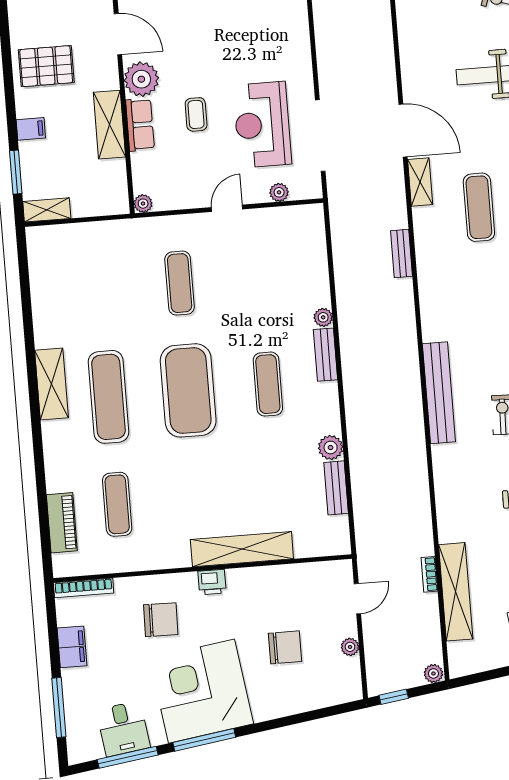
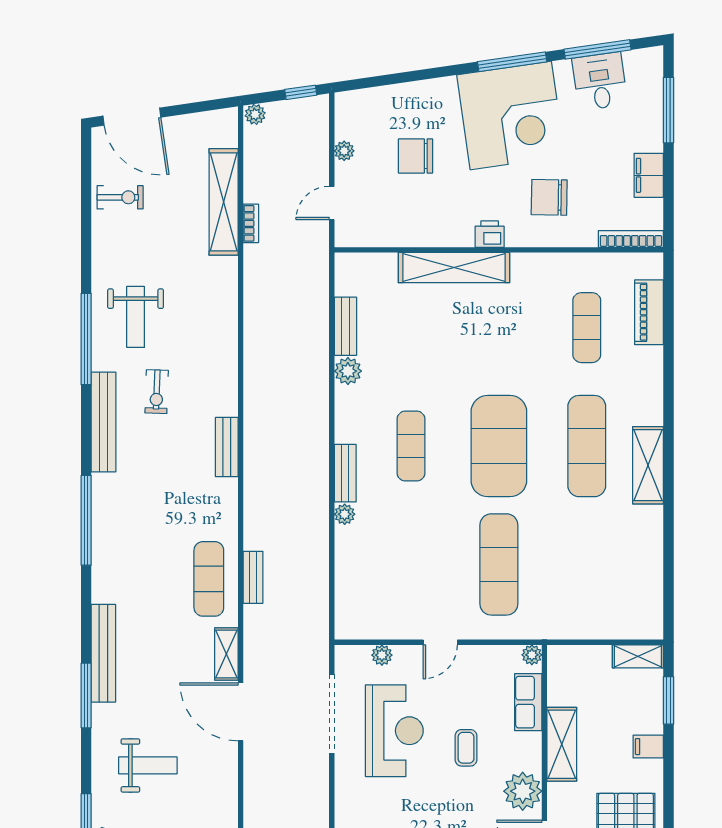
row of seats: (140, 125) -> (528, 702), moved
exercise mat: (479, 207) -> (209, 579), moved
exercise mat: (180, 283) -> (499, 564), width x1.36, depth x1.45
bench: (439, 393) -> (227, 447), width x0.54, depth x0.82

